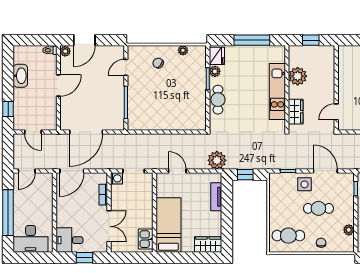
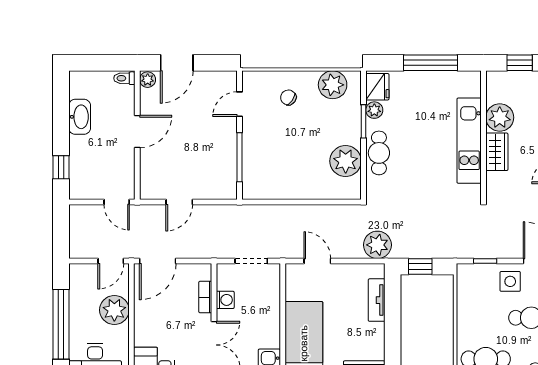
plant: (183, 50) -> (333, 85), width x1.88, depth x1.88
plant: (196, 105) -> (346, 161), added
wardrobe: (296, 112) -> (497, 152), moved
door: (33, 132) -> (117, 202), moved
door: (86, 132) -> (179, 202), width x0.53
door: (27, 171) -> (111, 261), moved
washing machine: (116, 178) -> (225, 300), moved
plant: (43, 203) -> (114, 310), added

